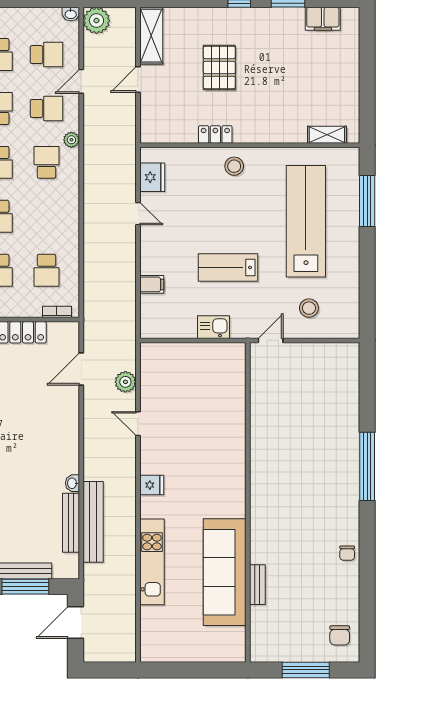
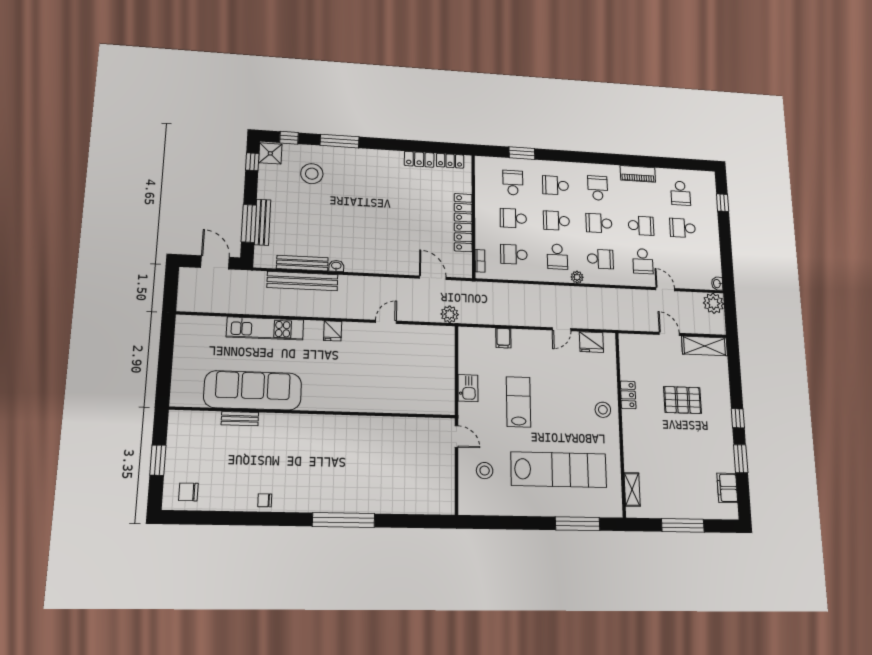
school desk: (46, 55) -> (557, 257), moved
window: (367, 76) -> (683, 525), added
plant: (71, 140) -> (577, 277), moved
plant: (125, 382) -> (450, 314), moved
window: (306, 670) -> (158, 460), width x0.69

